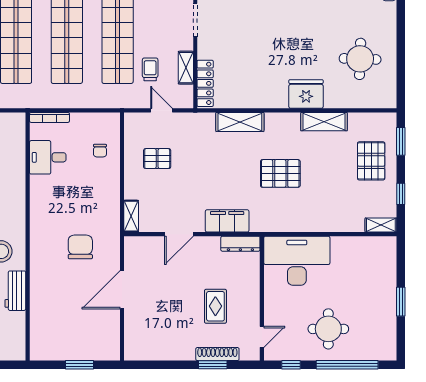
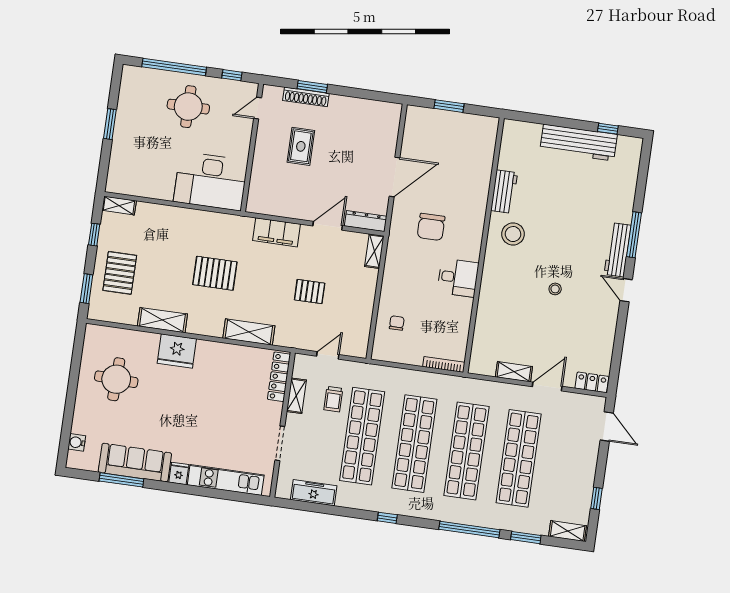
door: (161, 110) -> (328, 355), swing flipped
desk: (48, 157) -> (458, 278), moved
pallet: (157, 159) -> (310, 292), moved
dresser: (240, 244) -> (366, 221), moved

